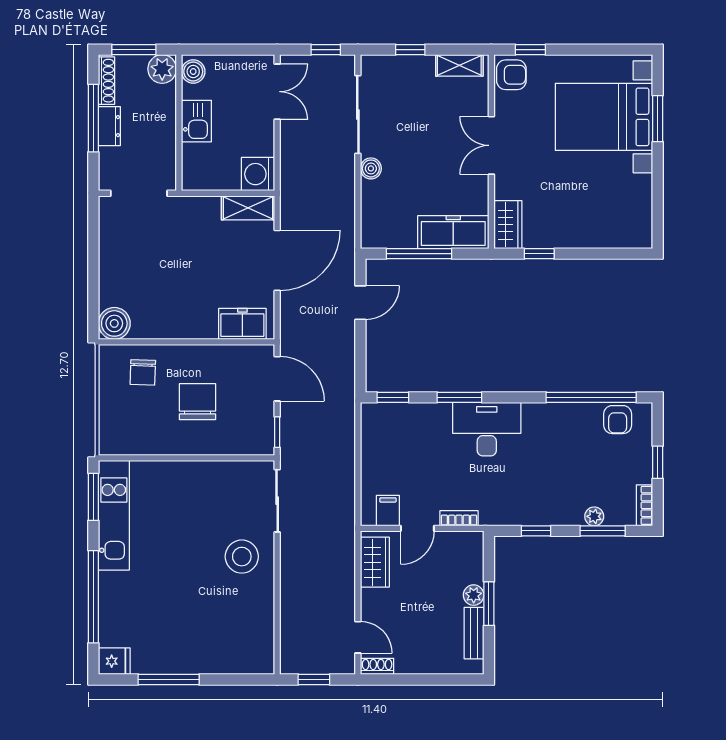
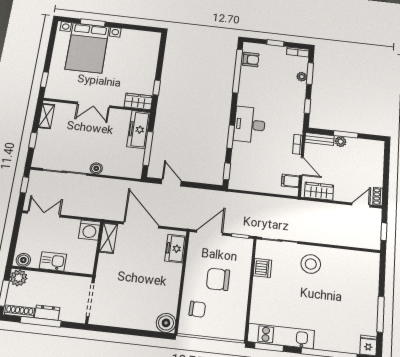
armchair: (511, 75) -> (56, 90), removed
dishwasher: (226, 475) -> (262, 268), added
bench: (474, 633) -> (320, 139), moved

